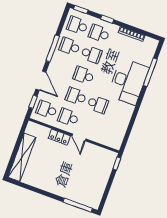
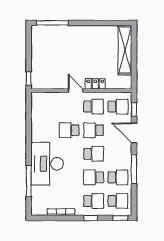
school desk: (76, 96) -> (94, 130), turned 180

